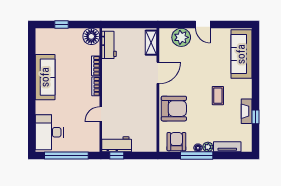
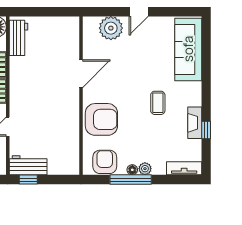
door: (203, 25) -> (139, 12), hinge flipped
shelving: (151, 43) -> (72, 35), removed
tv unit: (227, 147) -> (184, 168), moved

